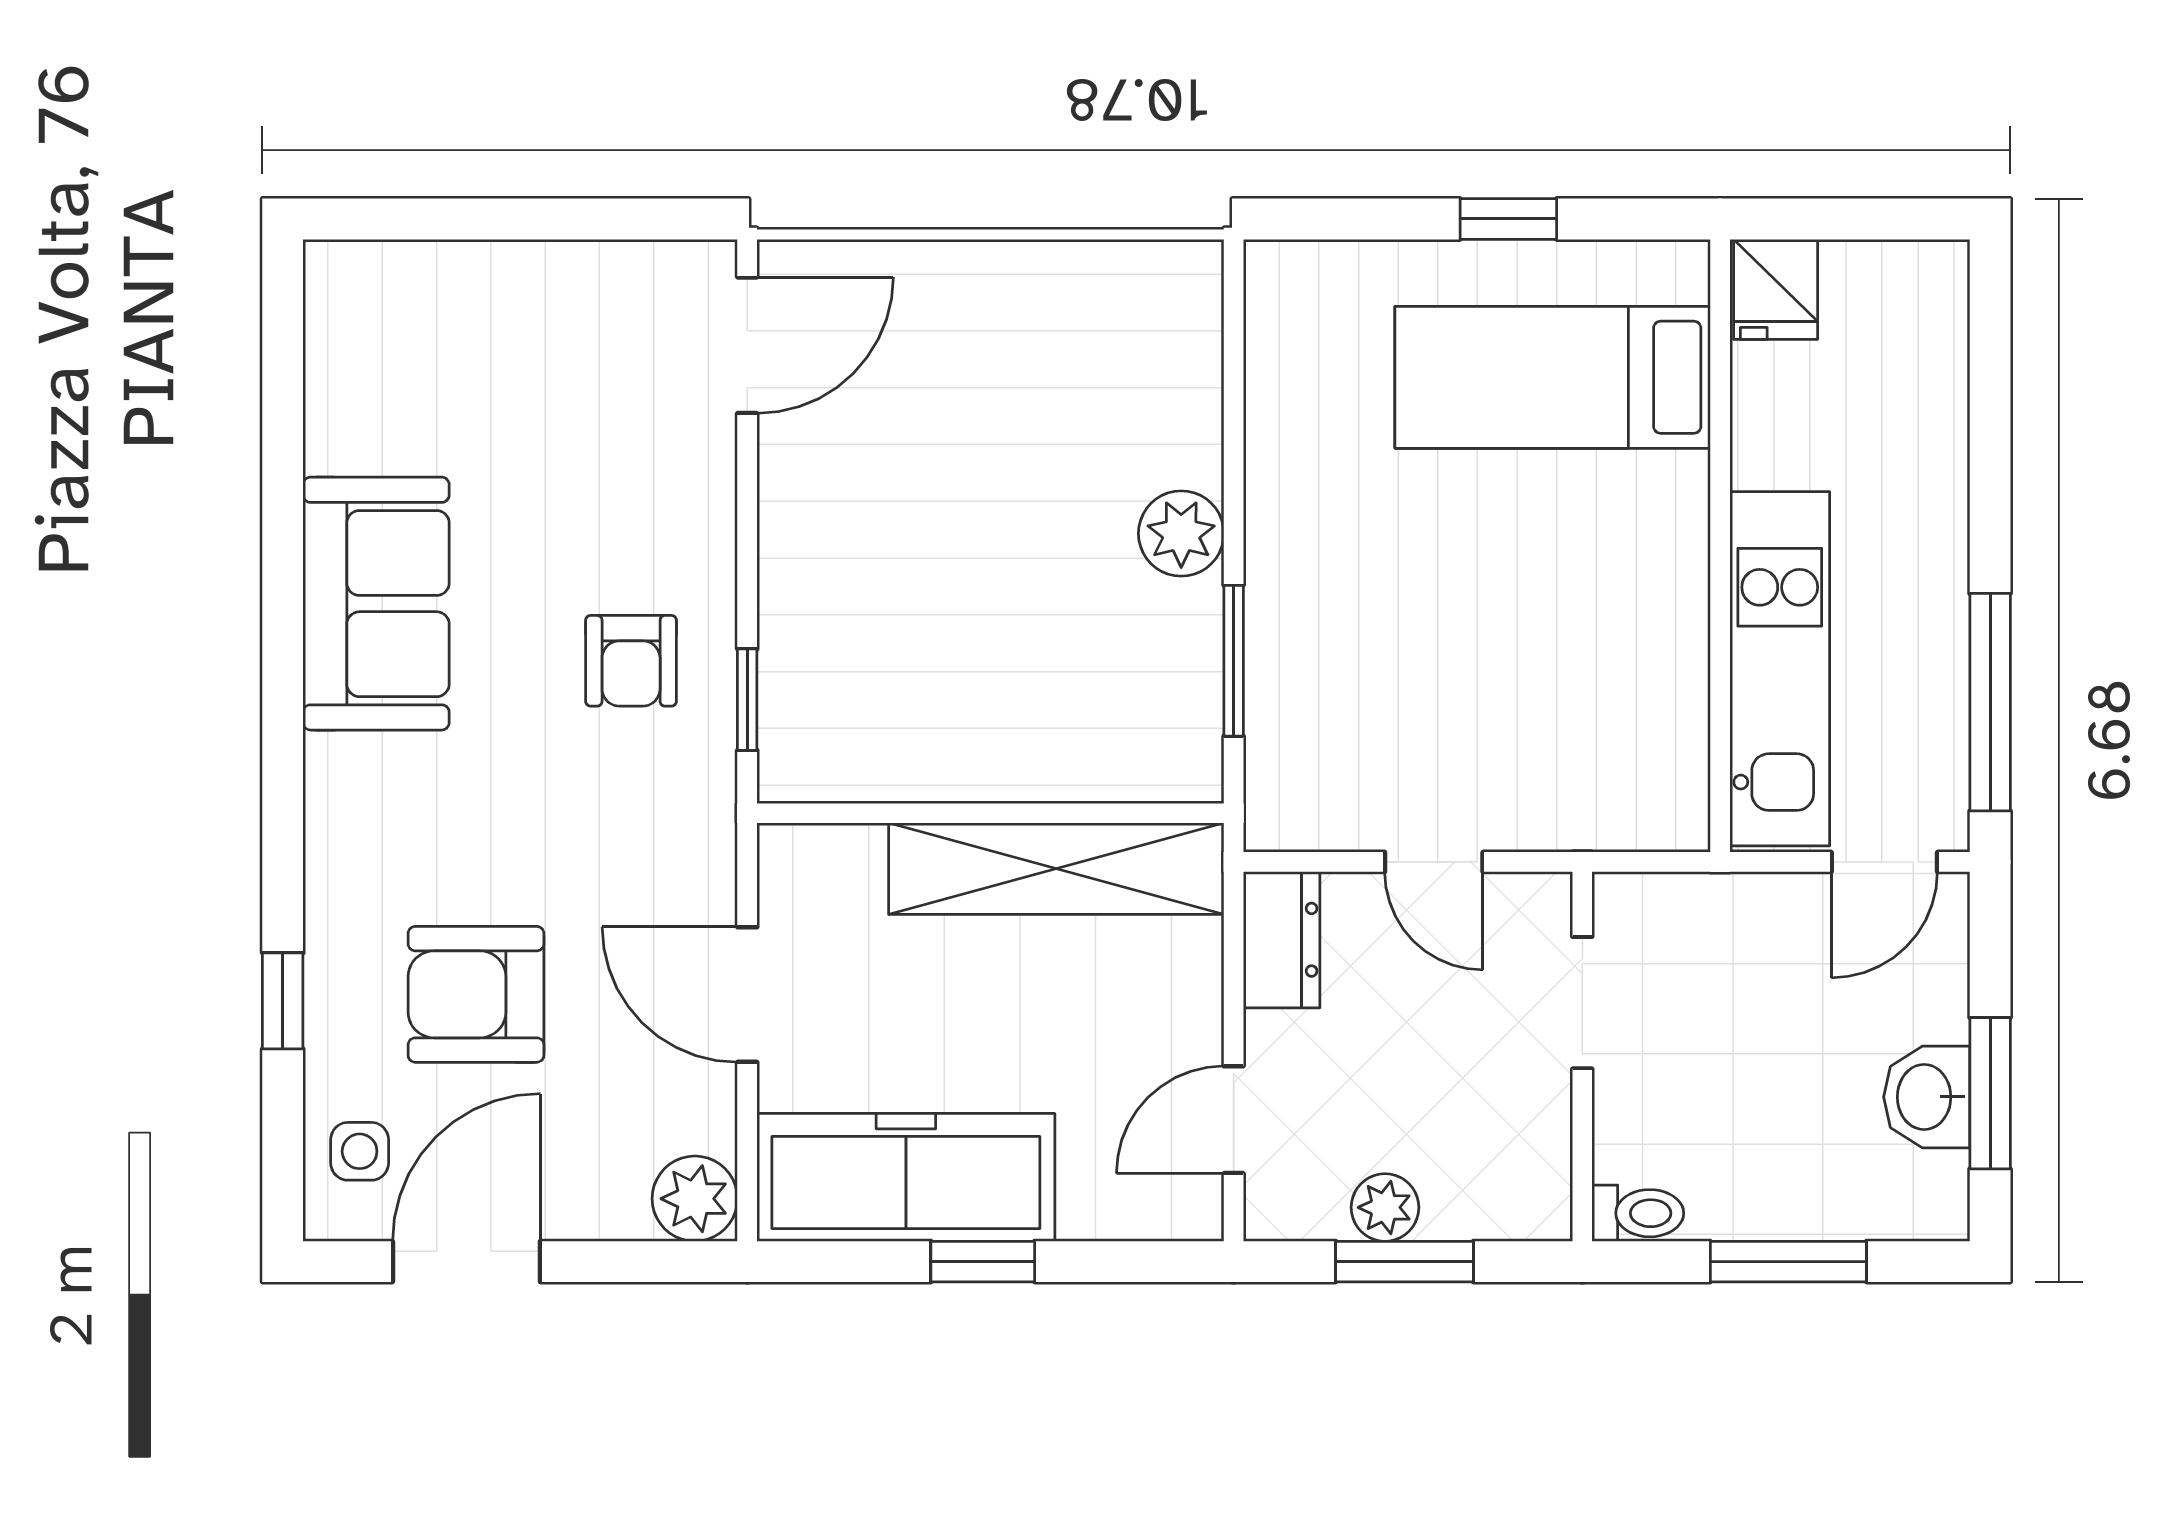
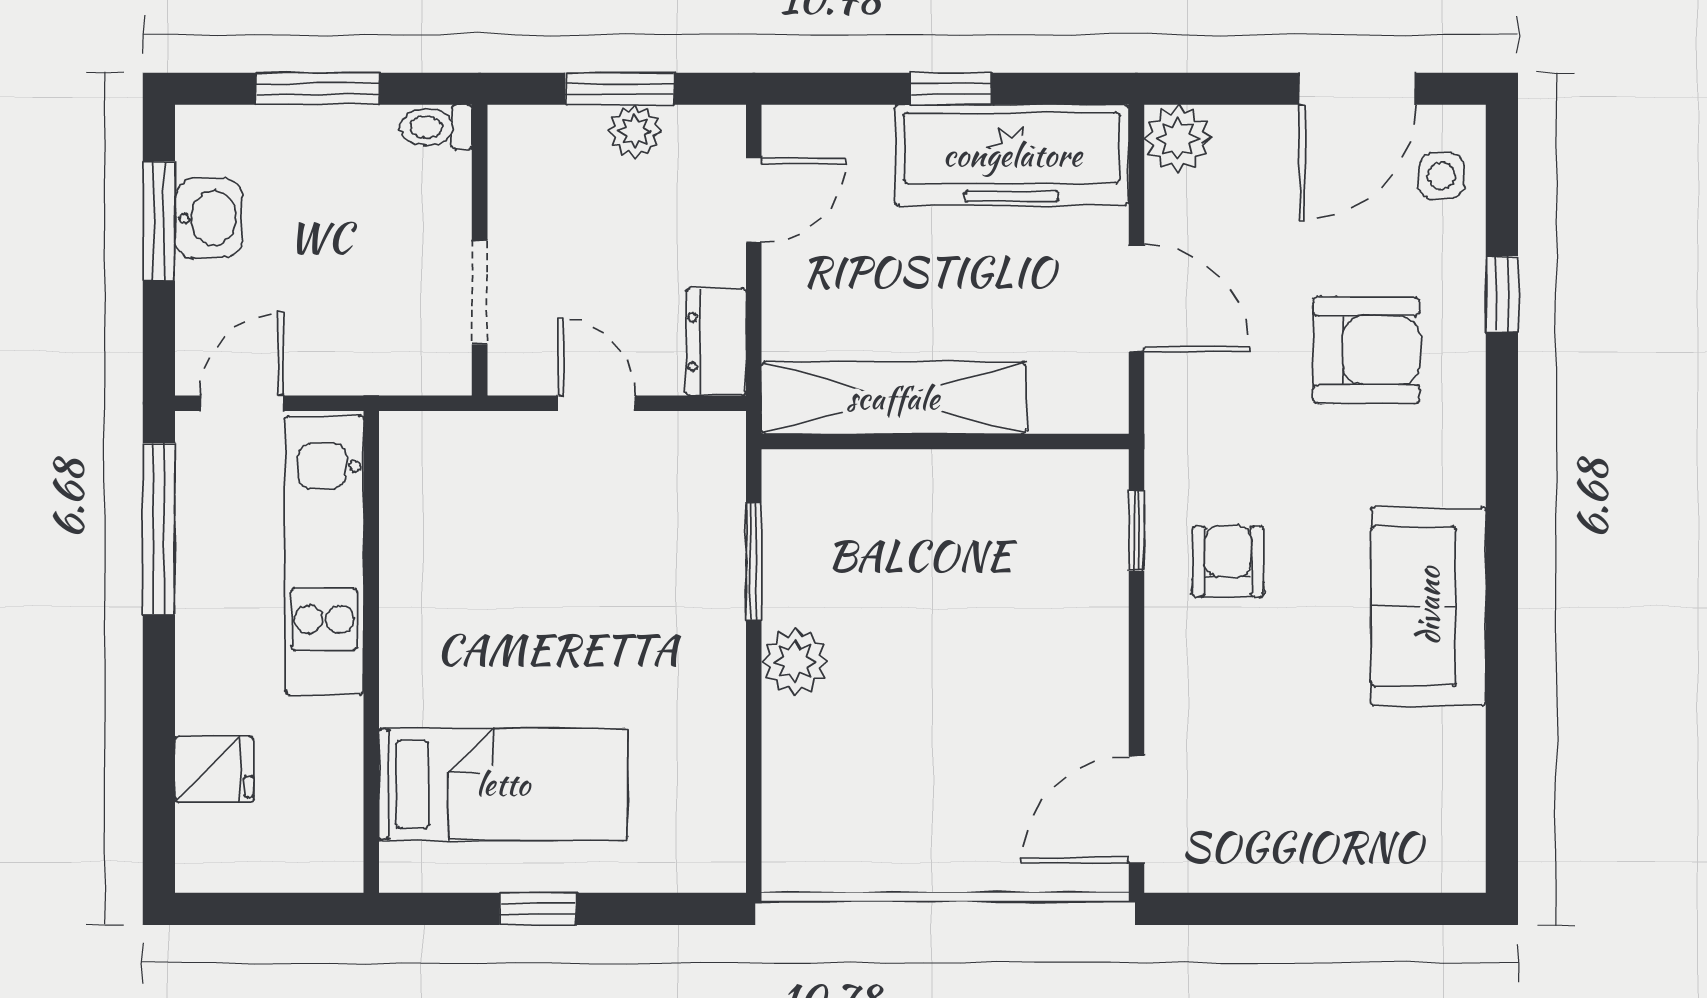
fridge: (1776, 289) -> (214, 769), moved, turned 90
armchair: (476, 994) -> (1366, 350), moved

